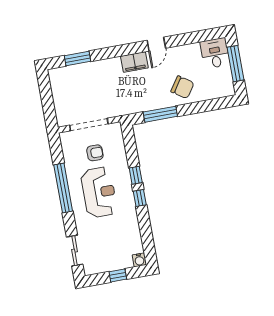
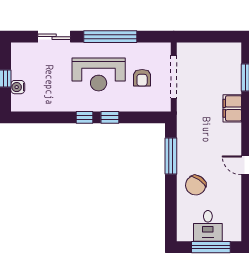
desk: (215, 53) -> (208, 226), moved, turned 90
filing cabinet: (134, 62) -> (232, 108), moved
sliding door: (75, 251) -> (54, 37), moved
water cooler: (139, 260) -> (18, 87), moved

